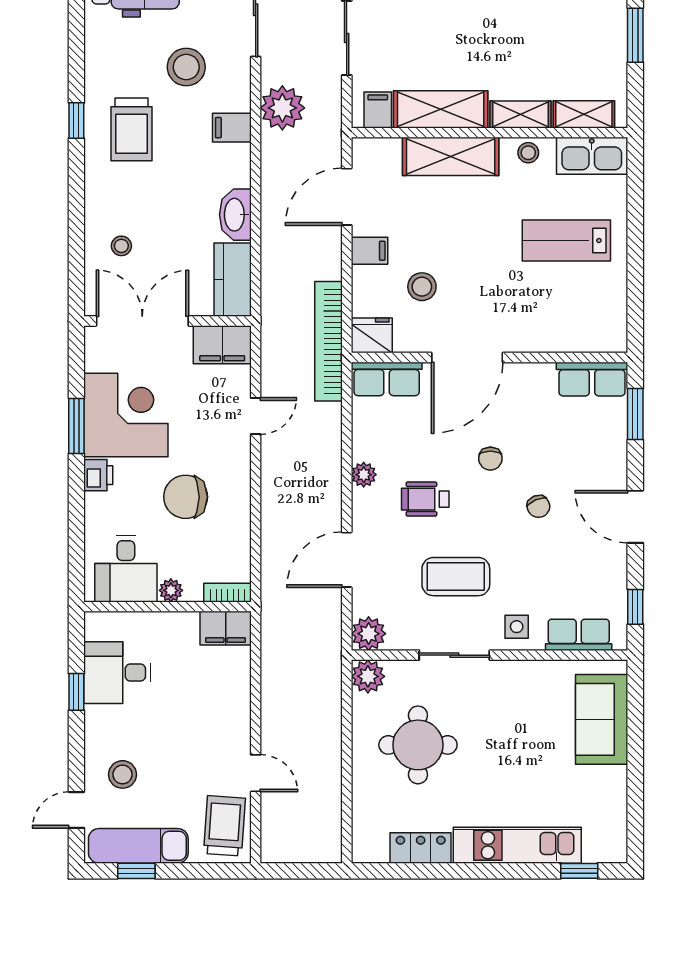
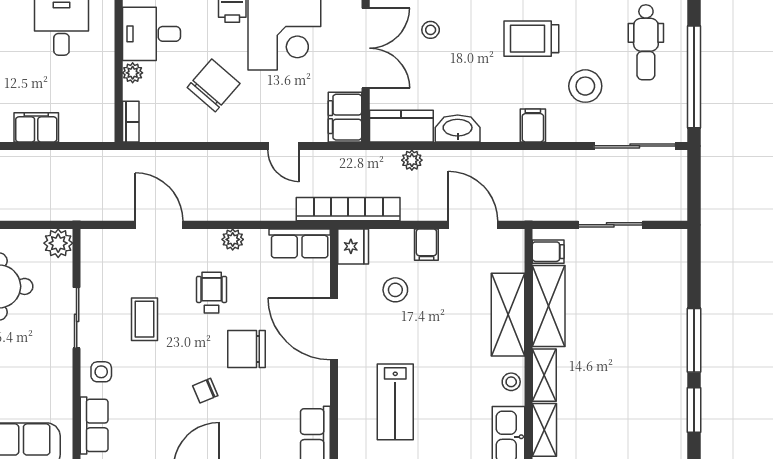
plant: (282, 108) -> (412, 160), moved, width x0.53, depth x0.53
lab bench: (566, 241) -> (395, 402), moved, turned 180
row of seats: (387, 379) -> (300, 243), moved, turned -90
chair: (490, 459) -> (247, 349), width x1.87, depth x1.87
chair: (186, 497) -> (214, 85), turned 41
coffee table: (456, 577) -> (145, 319), width x0.73, depth x0.77
filing cabinet: (226, 628) -> (36, 127), moved, turned 90
plant: (369, 634) -> (95, 244), removed

